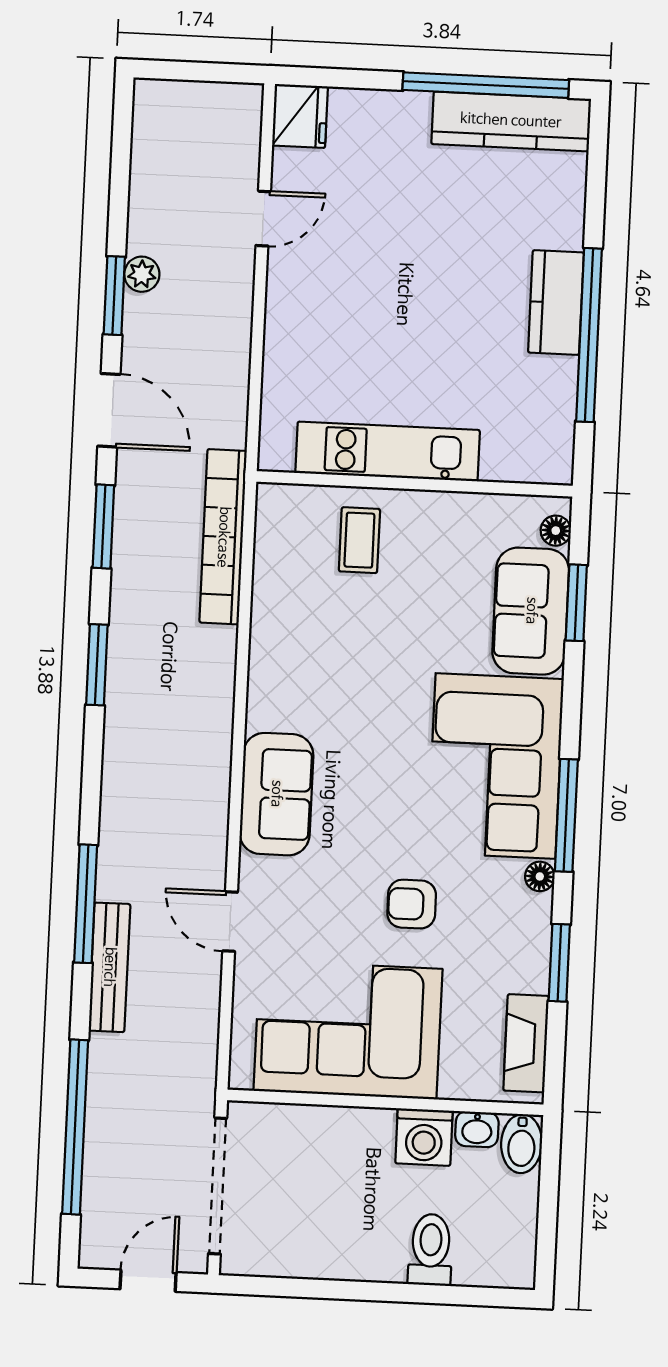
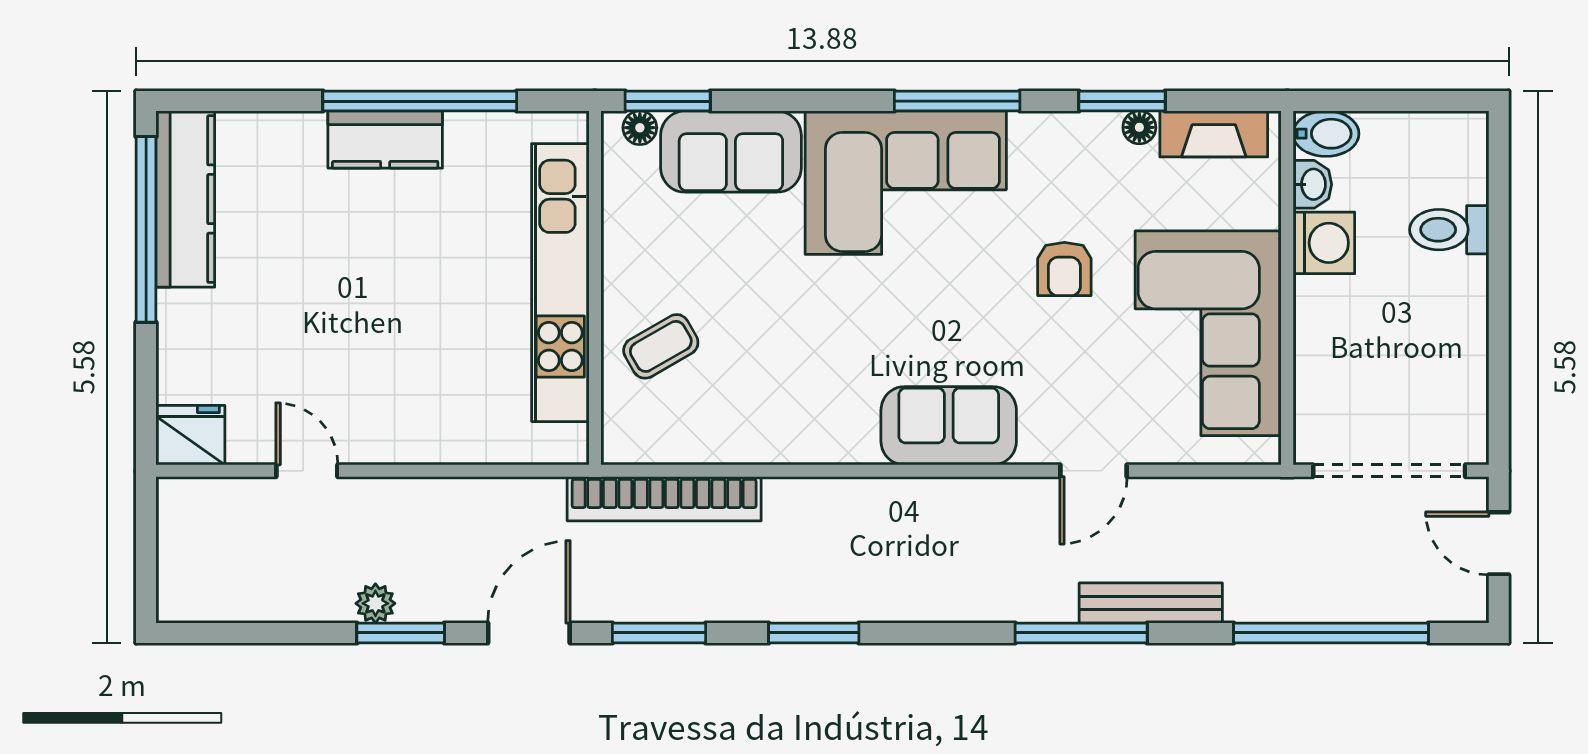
kitchen unit: (388, 451) -> (560, 283), width x1.36
coffee table: (359, 540) -> (661, 346), turned -30
window: (576, 603) -> (668, 101), moved
floor lamp: (540, 876) -> (1139, 127), moved

